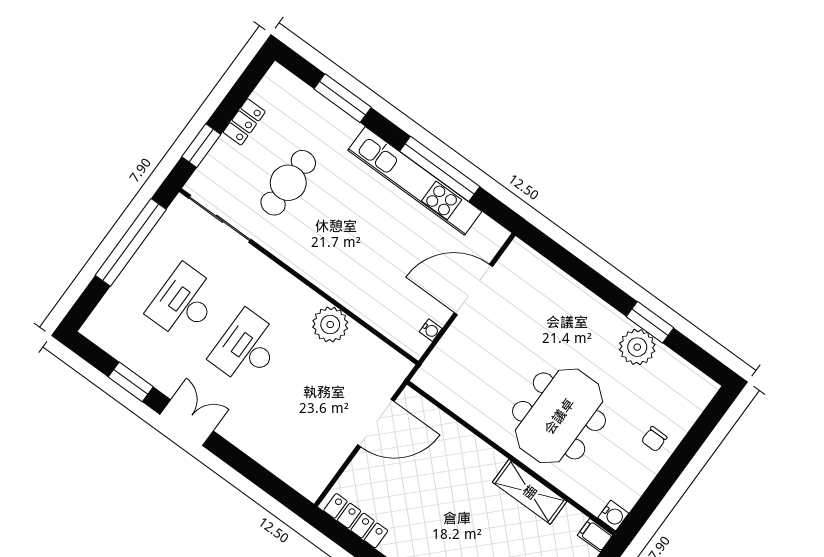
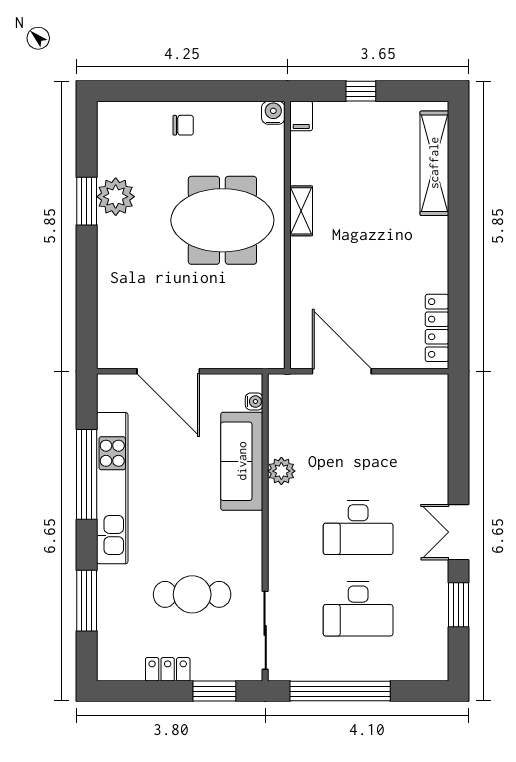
sofa: (363, 296) -> (242, 461), added
plant: (330, 325) -> (281, 471), width x0.73, depth x0.73
water cooler: (431, 330) -> (254, 402), moved, turned 90
shelving: (530, 492) -> (301, 211), width x0.67, depth x0.75

